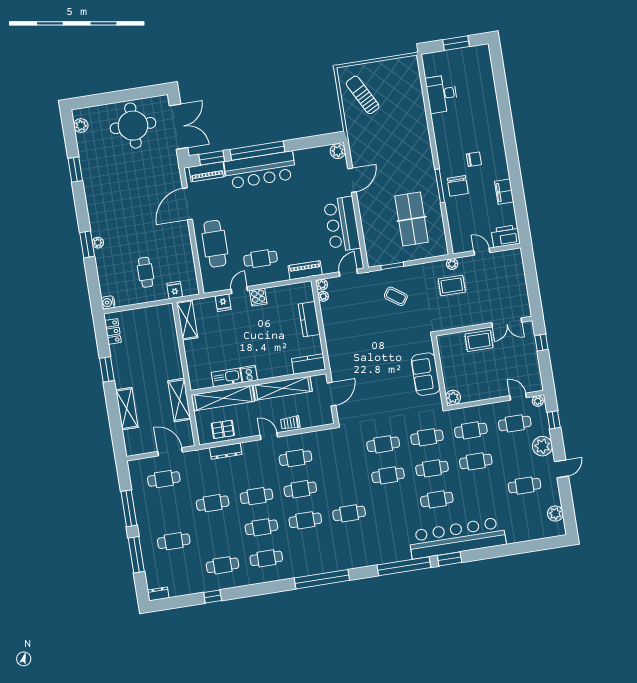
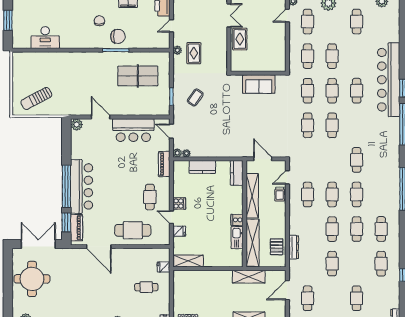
plant: (453, 397) -> (280, 66), removed
door: (269, 436) -> (287, 177), moved

